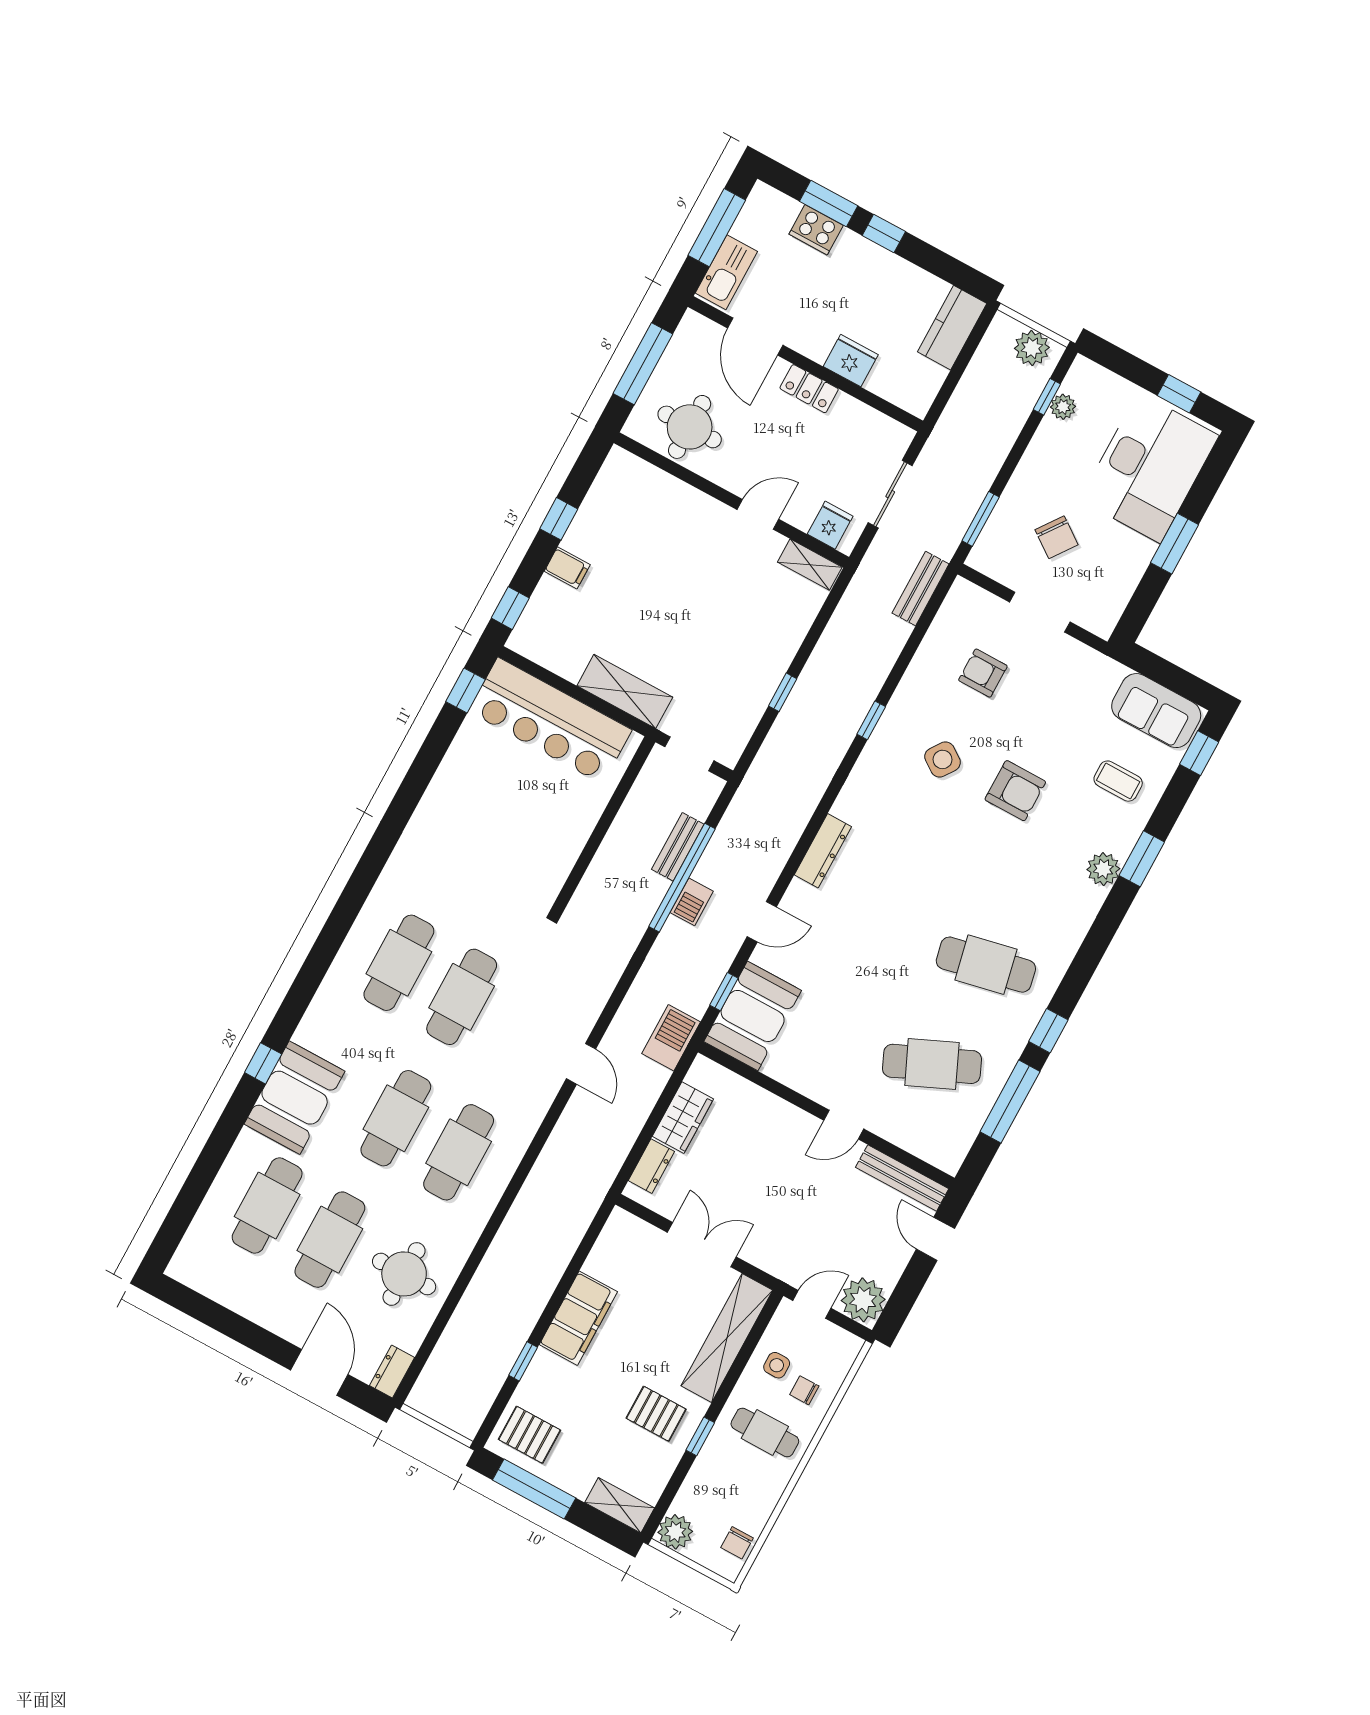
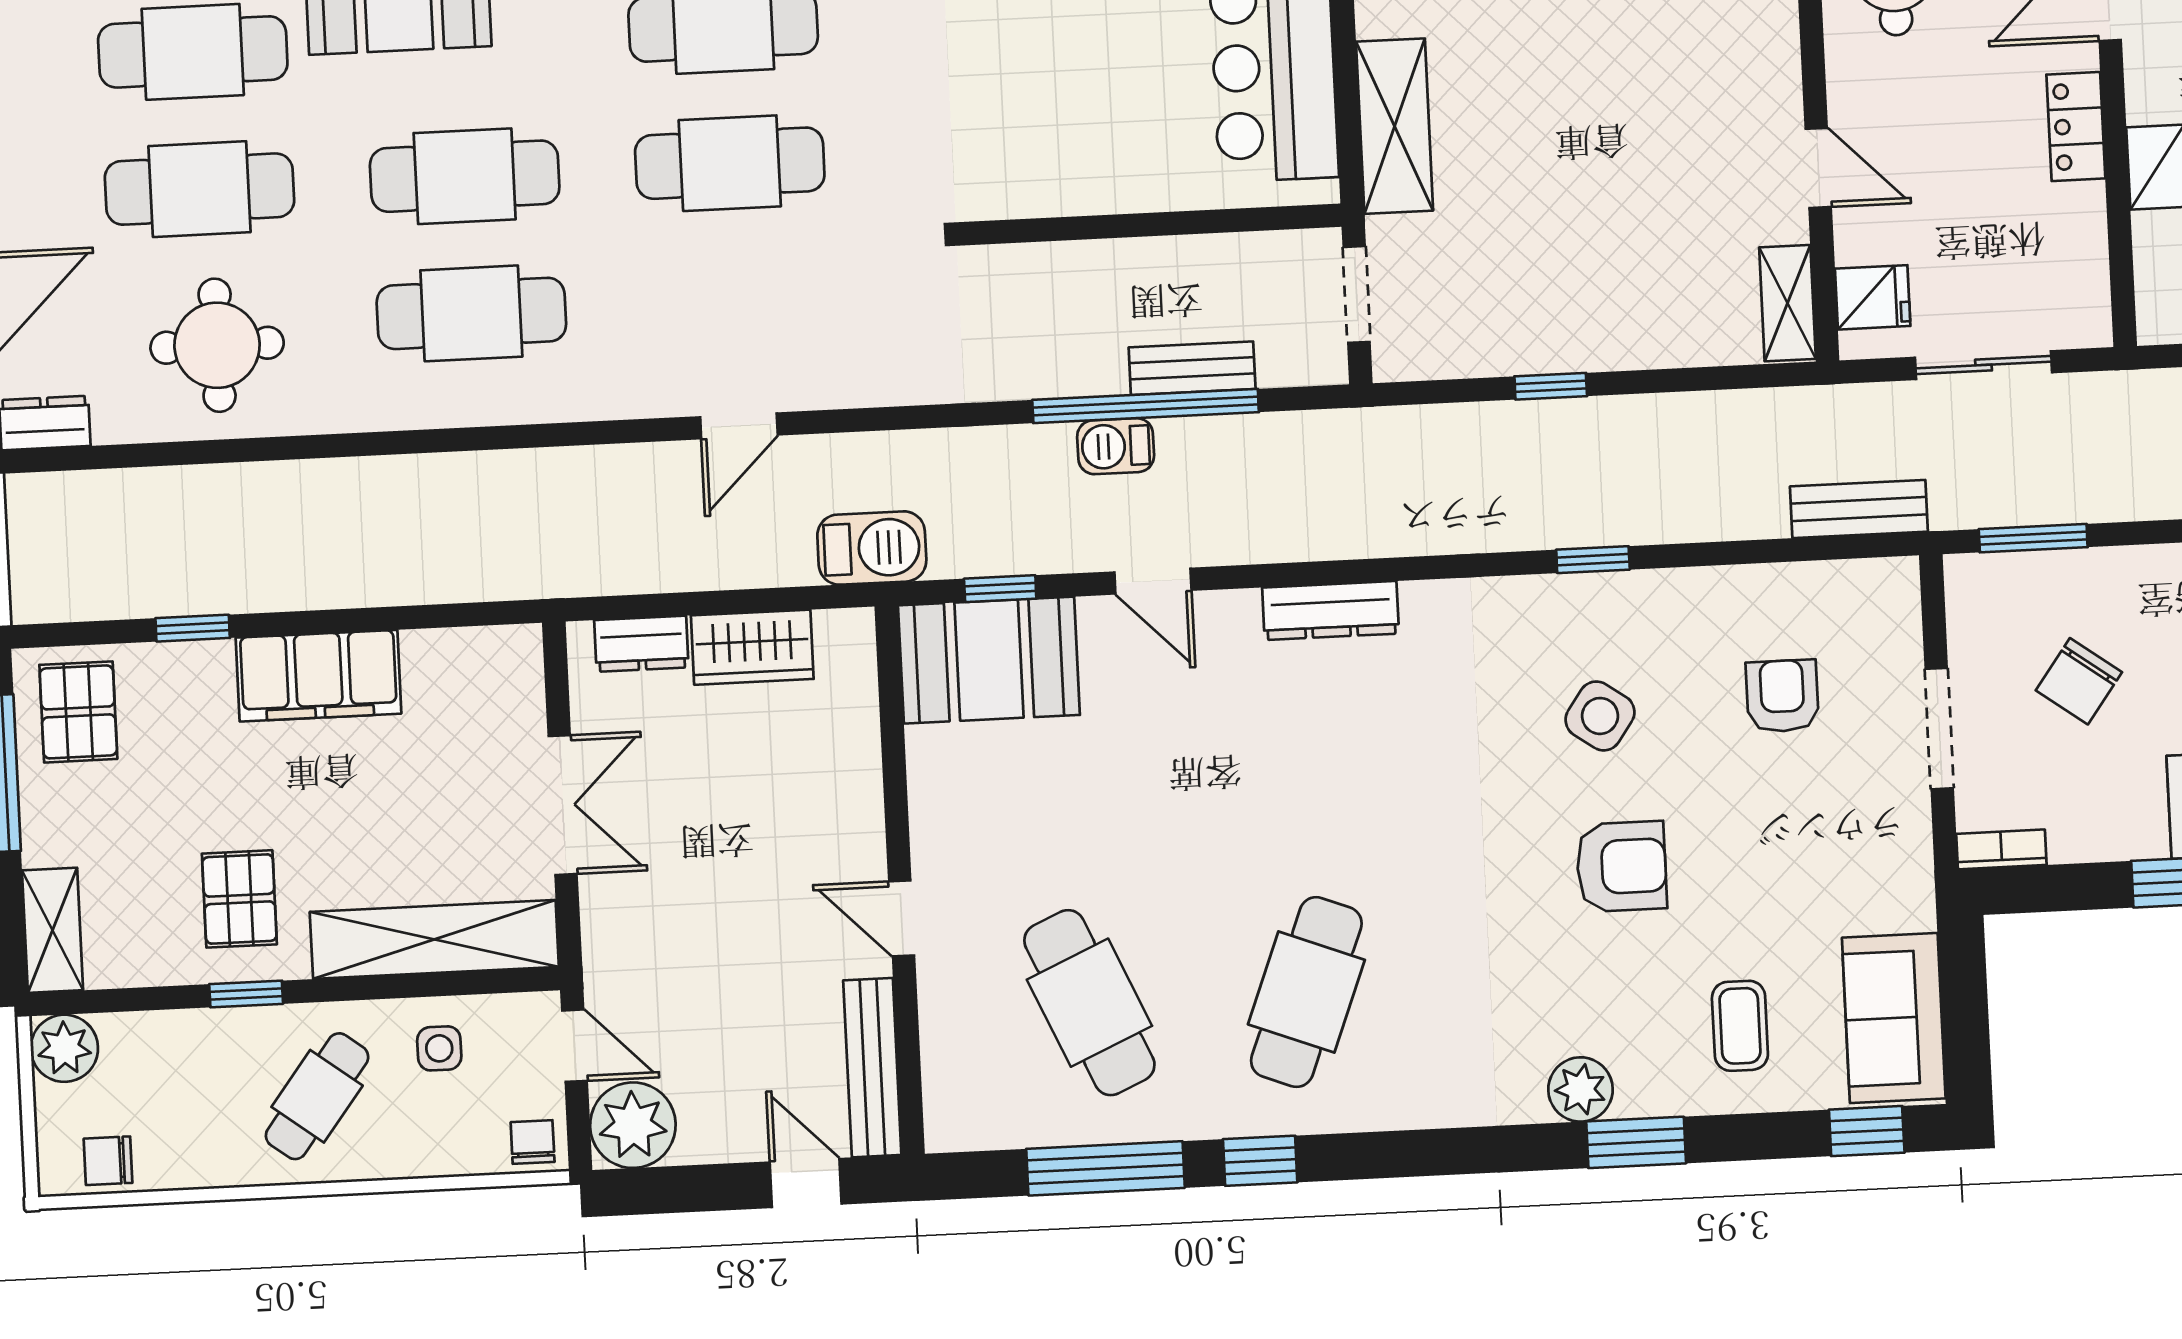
bookcase: (1110, 617) -> (2001, 849), added
armchair: (1015, 791) -> (1621, 867), turned -90
cafe table: (986, 965) -> (1306, 992), turned 33
door: (935, 1239) -> (806, 1183), hinge flipped
chair: (804, 1390) -> (533, 1142), moved
cafe table: (765, 1432) -> (317, 1096), turned 37

